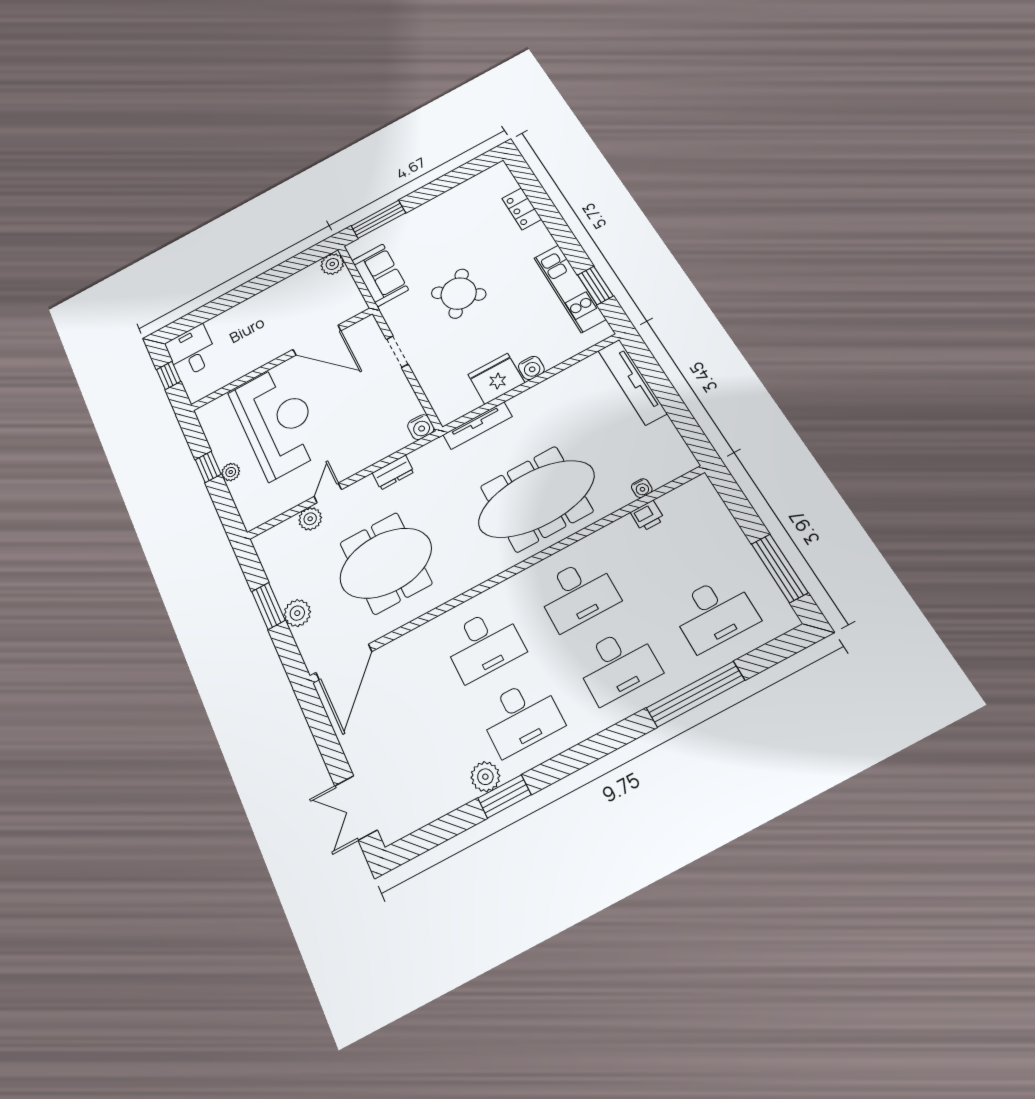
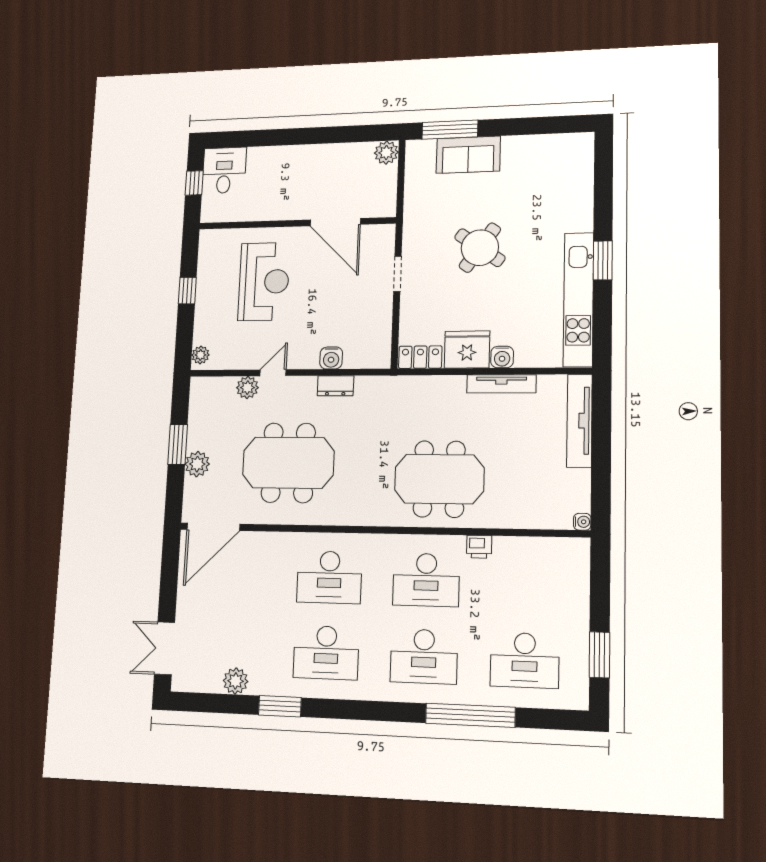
locker: (522, 209) -> (420, 357), moved, turned 90
sofa: (380, 275) -> (468, 155), moved, turned 90
window: (595, 285) -> (603, 260), moved
kitchen unit: (570, 288) -> (578, 299), width x1.36
reception desk: (277, 422) -> (264, 282), width x0.74, depth x0.77
tv unit: (478, 426) -> (501, 384), moved
water cooler: (421, 427) -> (331, 358), moved
plant: (231, 472) -> (200, 355), moved
water cooler: (642, 488) -> (582, 522), moved, turned -90
meeting table: (536, 499) -> (439, 479), width x0.73
printer: (648, 516) -> (479, 547), moved
window: (780, 568) -> (599, 655), width x0.69
plant: (485, 777) -> (236, 681), moved

